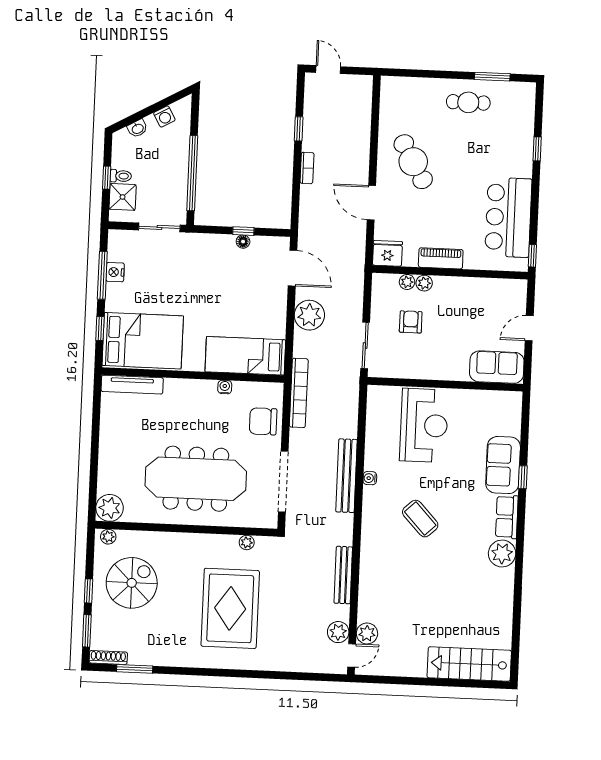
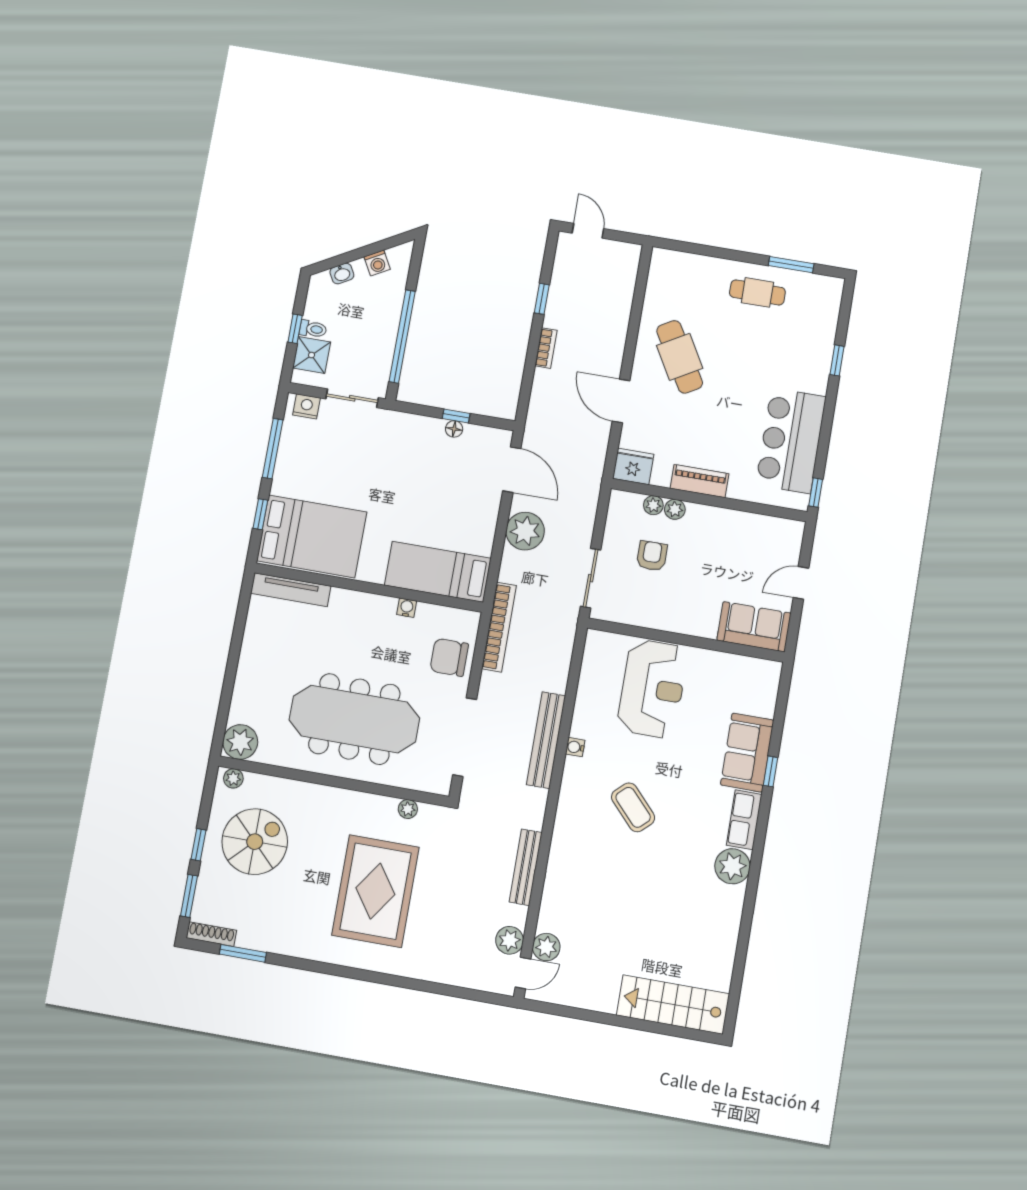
nightstand: (115, 272) -> (306, 406), moved, turned 90

